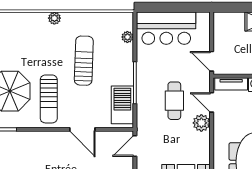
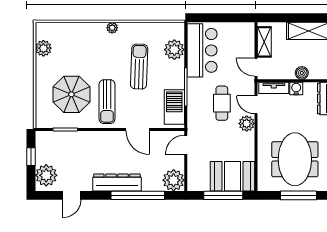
bar counter: (166, 28) -> (202, 50), moved, turned -90
shelving: (221, 34) -> (264, 42), added
plant: (127, 37) -> (174, 50), width x1.88, depth x1.88

